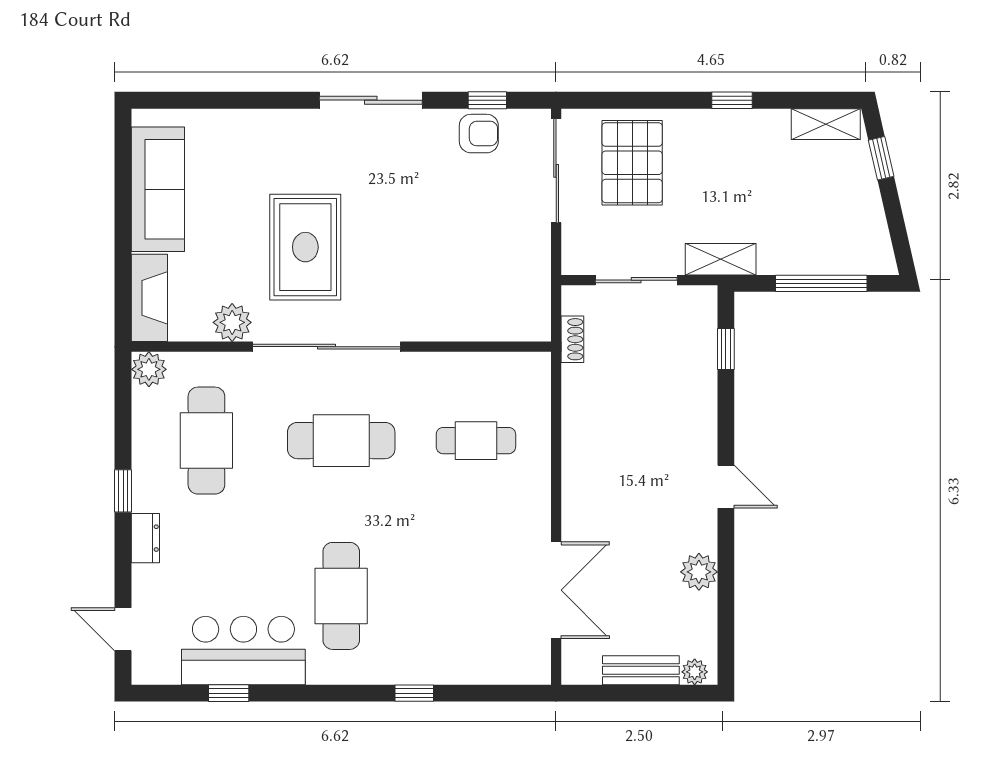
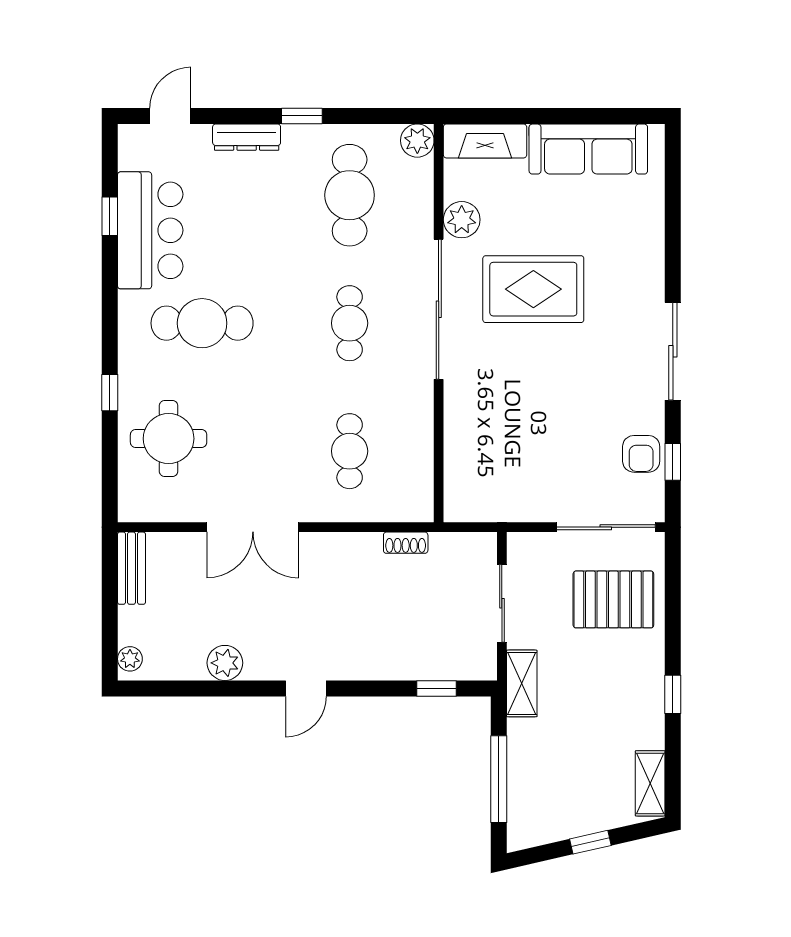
window: (881, 158) -> (590, 842), moved
shoe rack: (572, 339) -> (406, 543), moved
cafe table: (206, 441) -> (350, 195), turned 90
cafe table: (341, 441) -> (350, 323), width x0.73, depth x0.74
dresser: (145, 538) -> (247, 137), width x1.44
double door: (556, 590) -> (253, 527), moved
round table: (463, 631) -> (169, 439), added
bench: (641, 670) -> (131, 568), moved

